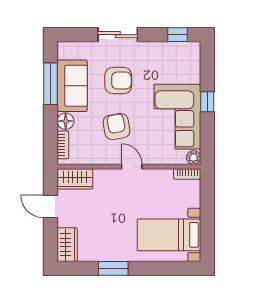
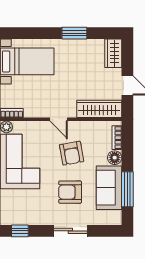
wardrobe: (75, 179) -> (99, 109), width x1.50

